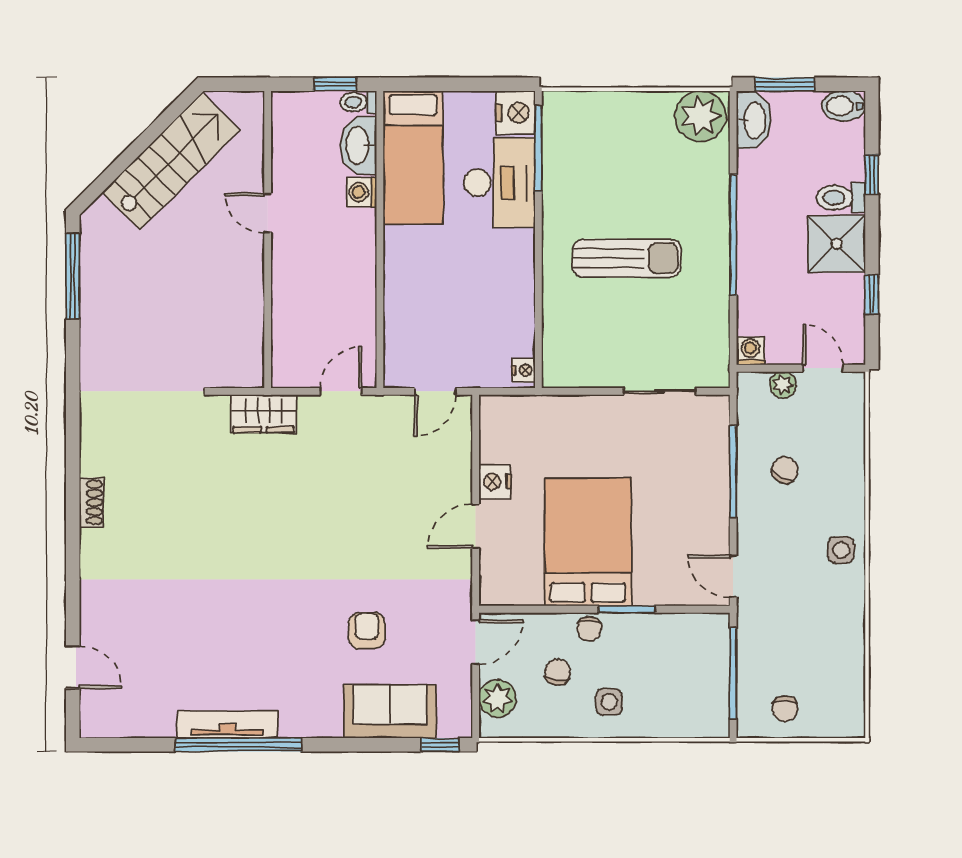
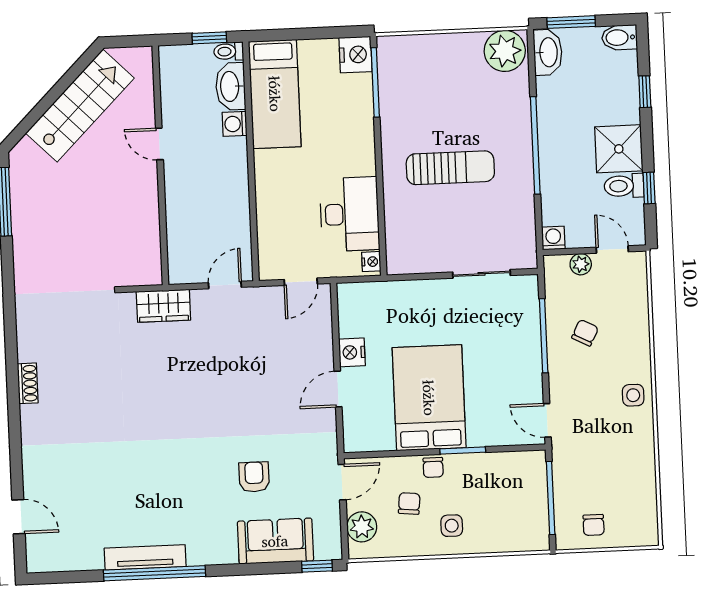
desk: (499, 183) -> (350, 214), moved
toilet: (841, 198) -> (624, 186), moved

